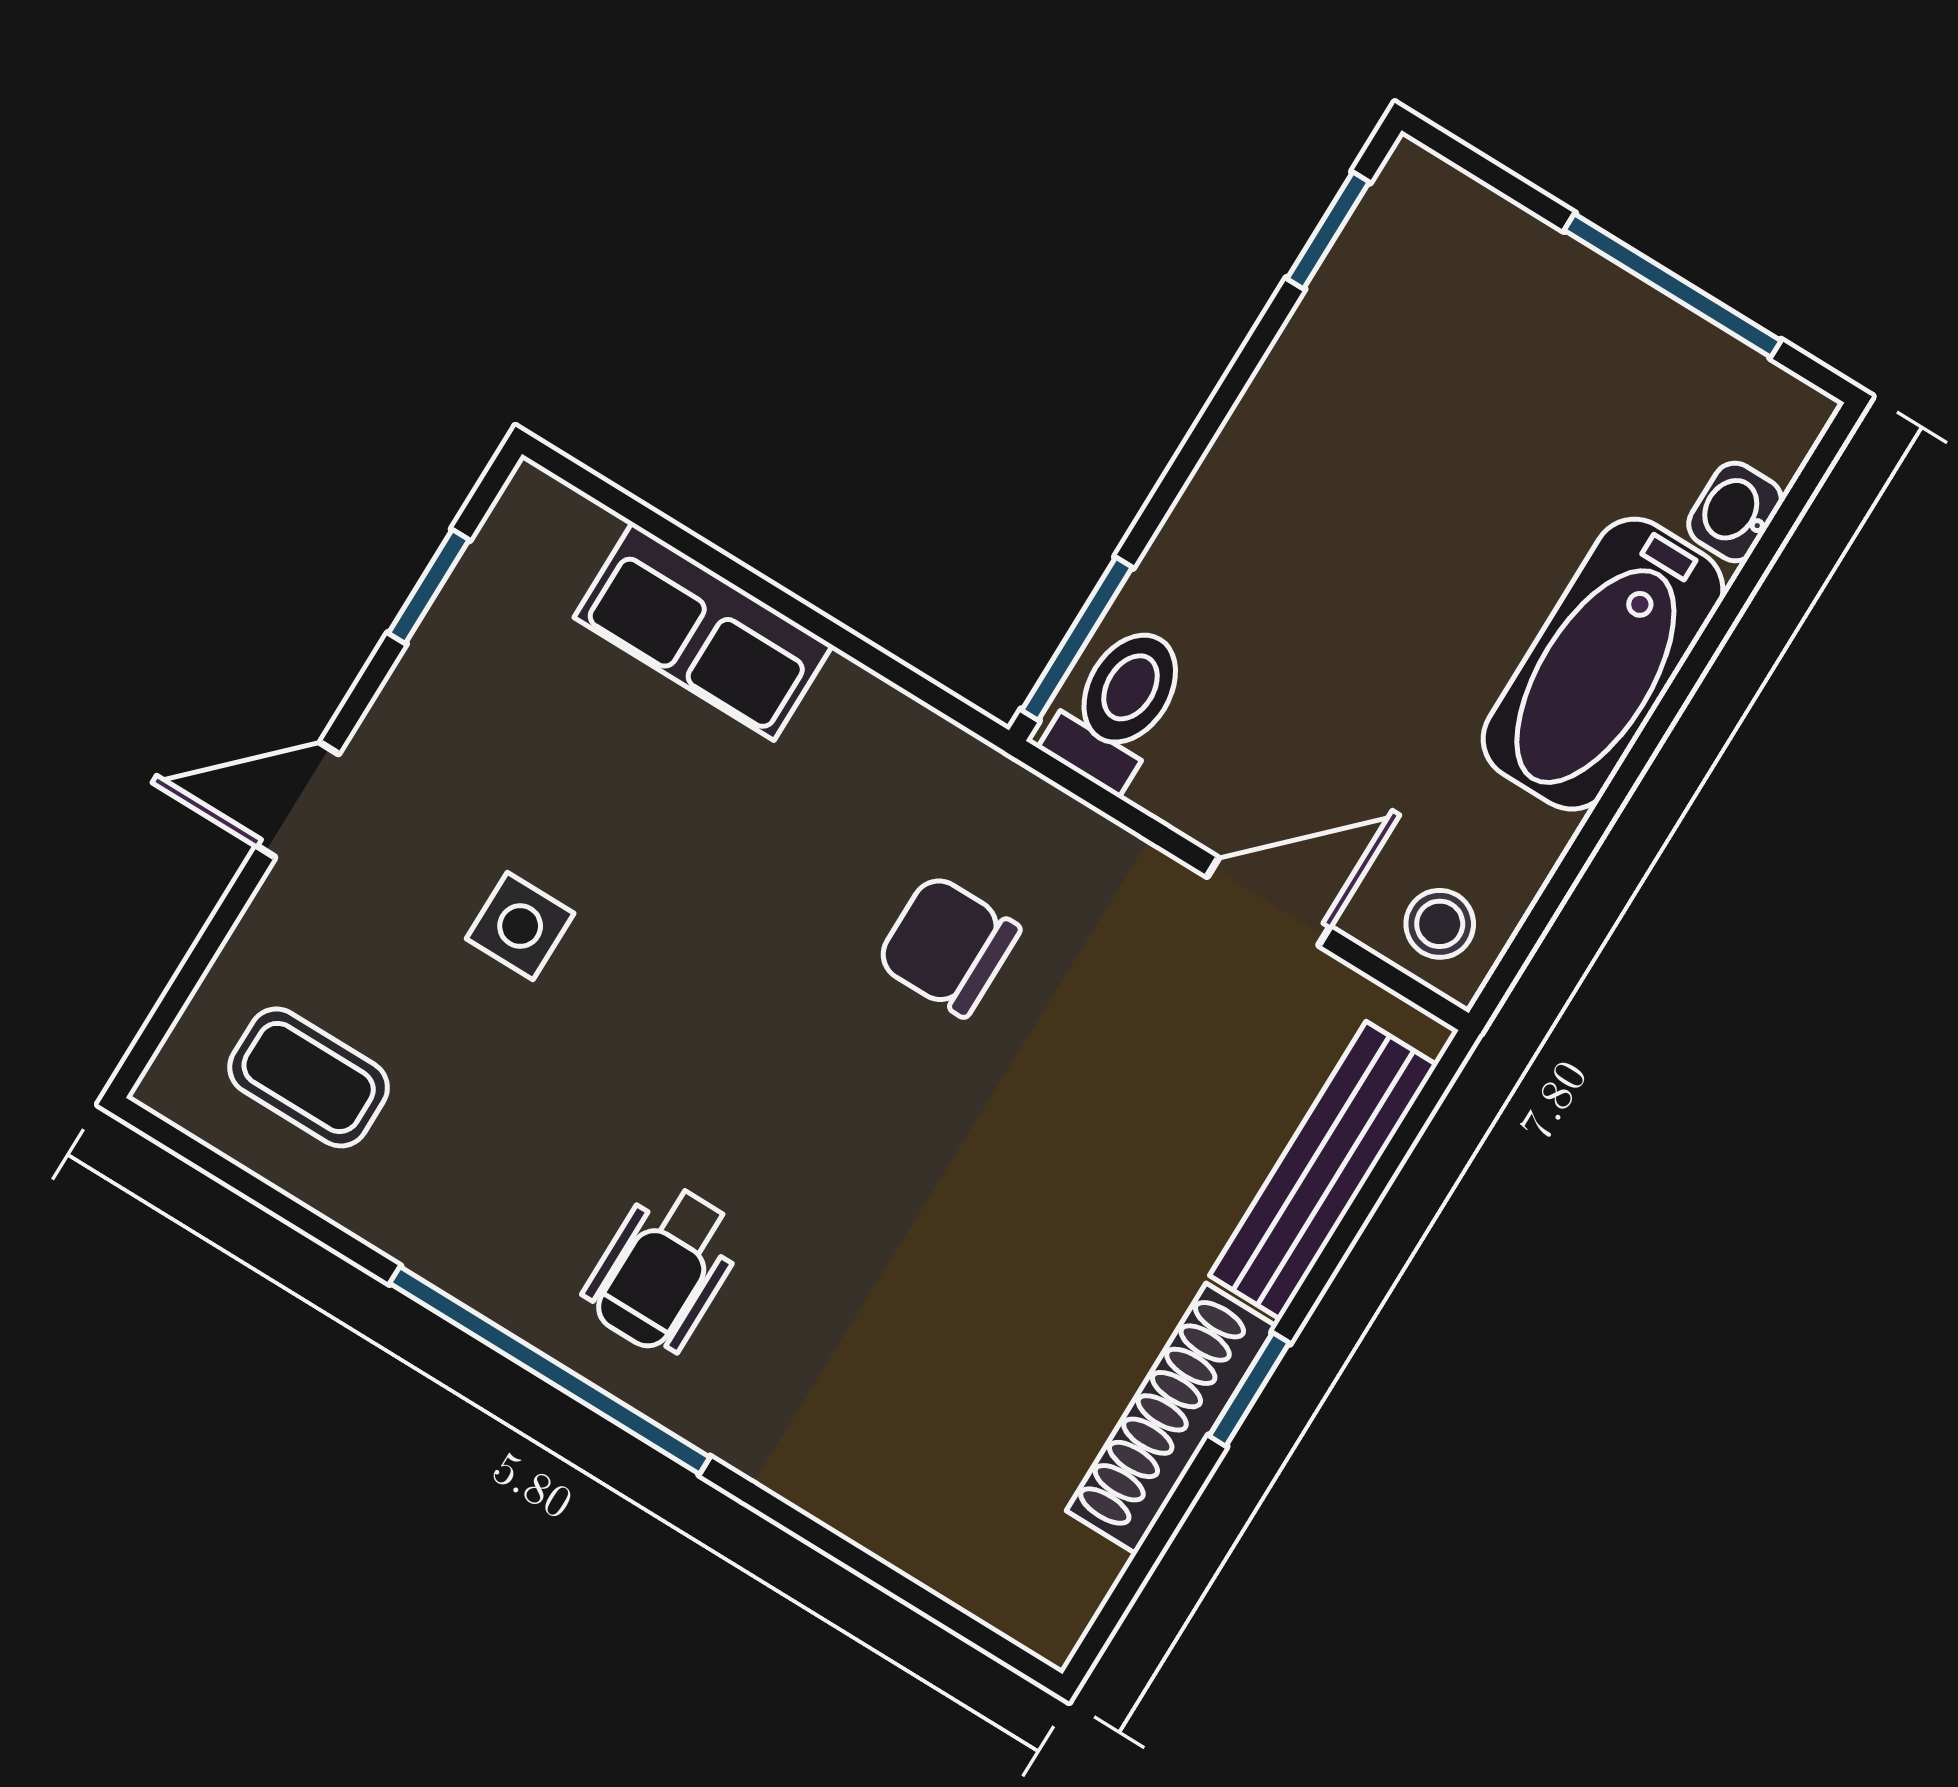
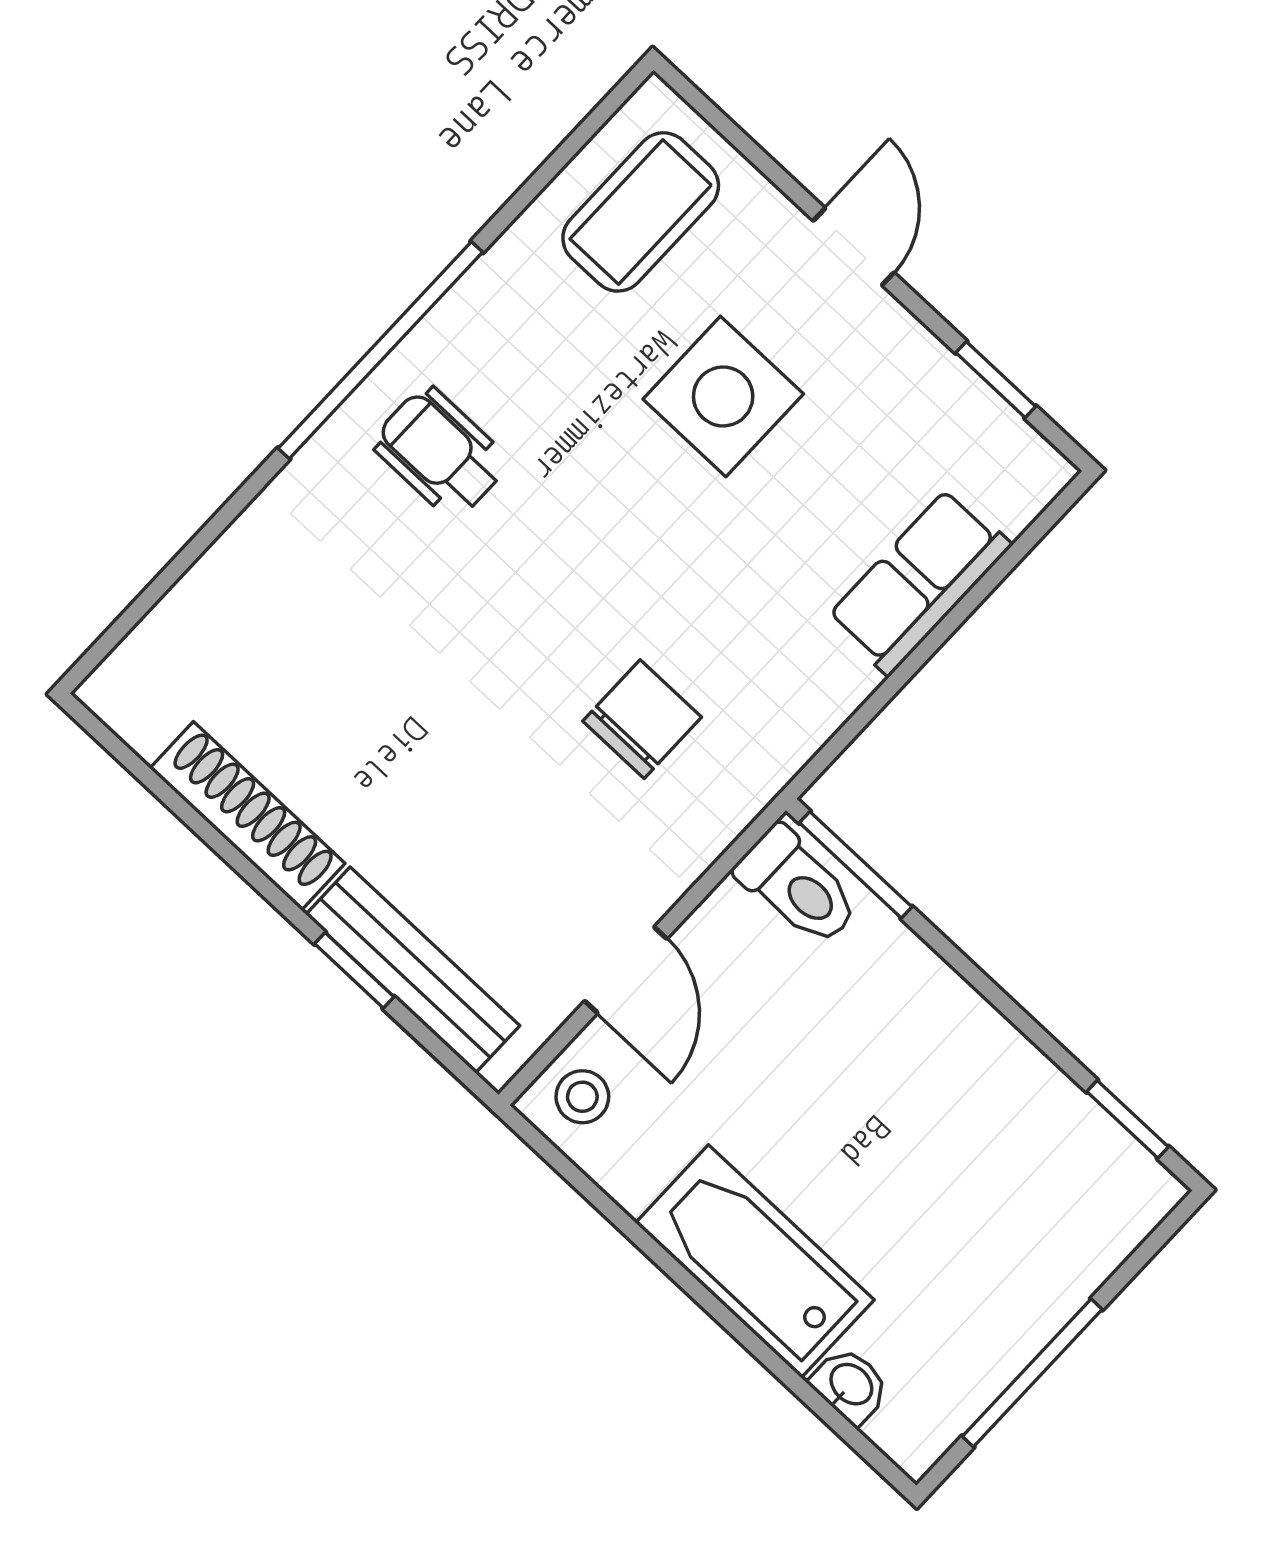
side table: (520, 926) -> (723, 396), width x1.87, depth x1.87
coffee table: (309, 1077) -> (641, 212), width x1.36, depth x1.30
window: (1249, 1389) -> (354, 970), moved

